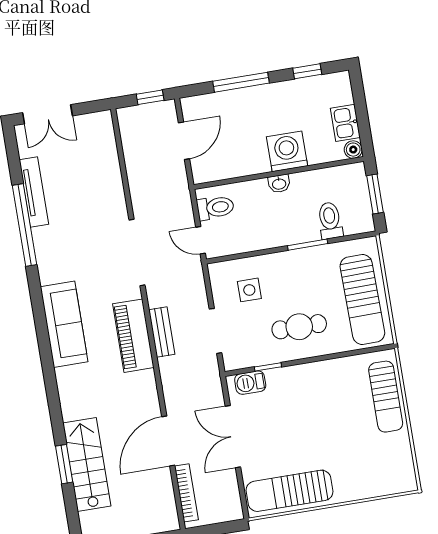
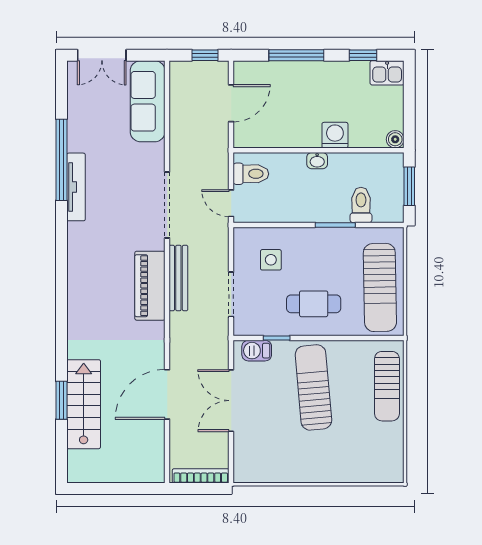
kitchen sink: (345, 123) -> (387, 73), moved, turned -90
washing machine: (287, 151) -> (335, 135), width x0.73, depth x0.73
tv unit: (34, 192) -> (76, 187), moved
sofa: (64, 324) -> (148, 101), moved, turned 180
bench: (162, 332) -> (178, 278), width x1.36
sun lounger: (289, 491) -> (313, 387), moved, turned 85
bookcase: (186, 493) -> (201, 476), moved, turned -90

